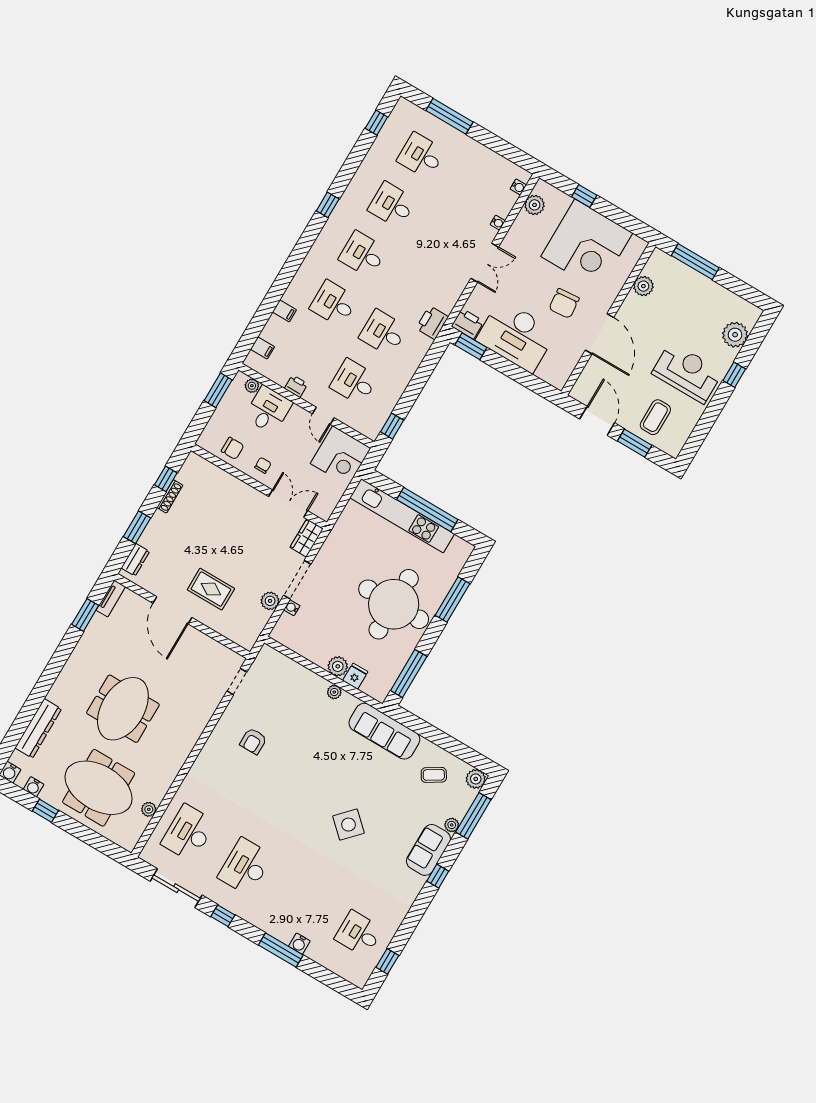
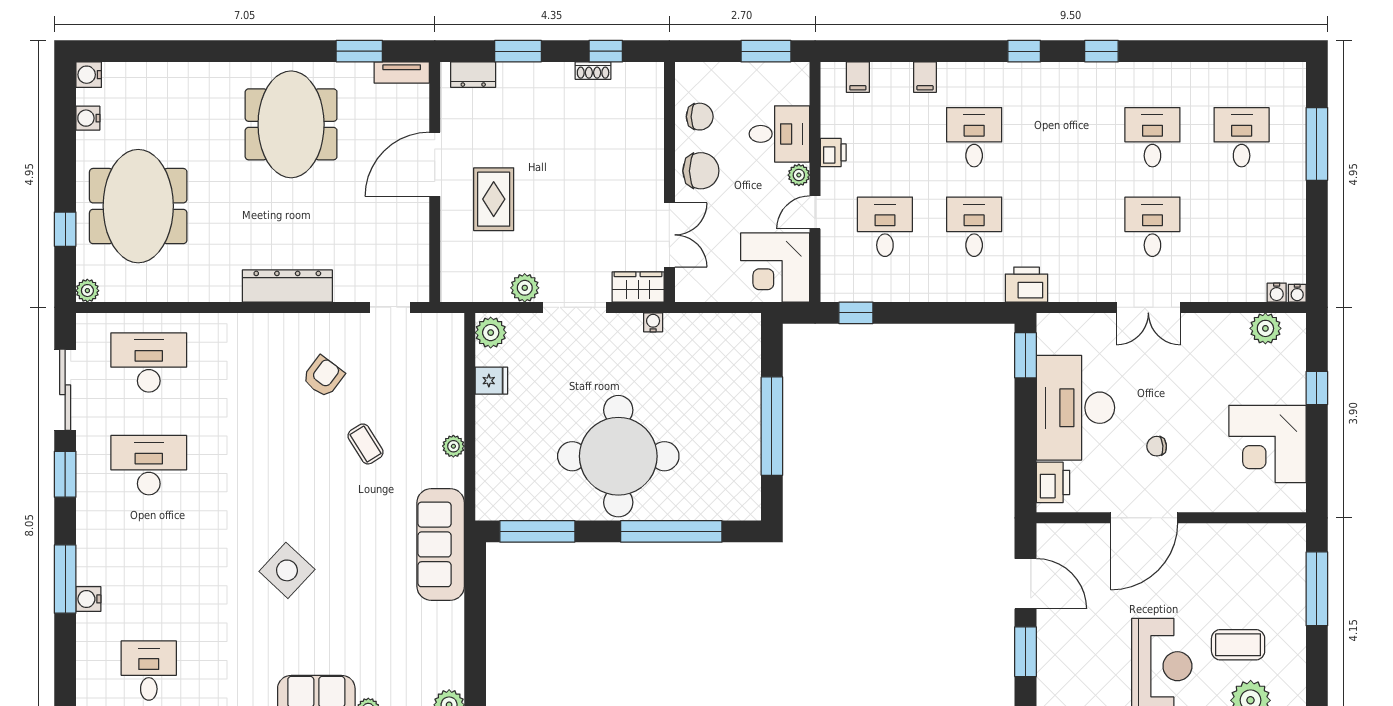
window: (376, 123) -> (1024, 51), moved
water cooler: (498, 223) -> (1297, 293), moved
corner desk: (587, 245) -> (1267, 444), width x0.74, depth x0.74
desk: (363, 254) -> (1152, 227), moved
plant: (643, 286) -> (1243, 539), removed
chair: (564, 303) -> (1157, 446), width x0.54, depth x0.54
printer: (468, 324) -> (1053, 482), moved
plant: (252, 386) -> (799, 175), moved
coffee table: (655, 417) -> (1238, 645), moved
door: (597, 421) -> (1026, 584), hinge flipped
chair: (233, 448) -> (700, 117), turned -90
chair: (263, 465) -> (701, 171), width x1.87, depth x1.87
shoe rack: (170, 496) -> (593, 71), width x0.70
kitchen unit: (402, 516) -> (744, 398), removed
window: (452, 599) -> (671, 531), width x1.46
water cooler: (292, 608) -> (653, 322), moved
plant: (338, 666) -> (491, 333), moved
fridge: (355, 676) -> (491, 381), moved
meeting table: (123, 709) -> (291, 124), moved, turned 90
dresser: (38, 728) -> (287, 286), moved, turned 180
armchair: (253, 741) -> (323, 377), turned 127
coffee table: (434, 775) -> (366, 444), moved
plant: (149, 809) -> (87, 291), moved
window: (45, 811) -> (65, 229), moved
window: (223, 916) -> (65, 474), width x1.50

